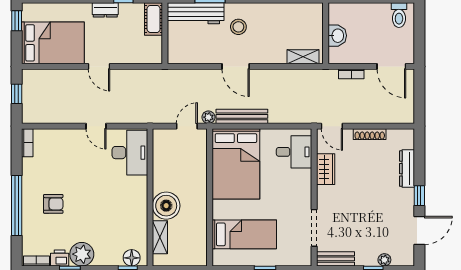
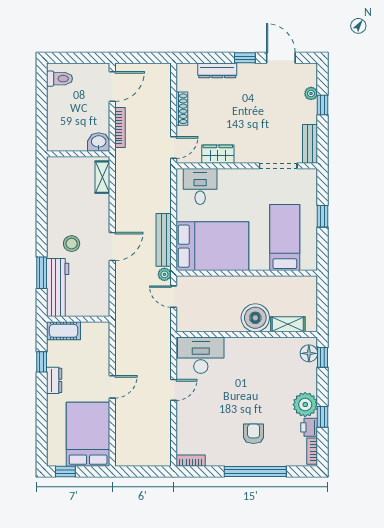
washbasin: (337, 36) -> (99, 142), moved
bookcase: (351, 74) -> (120, 128), width x1.56
window: (17, 94) -> (140, 472), removed

